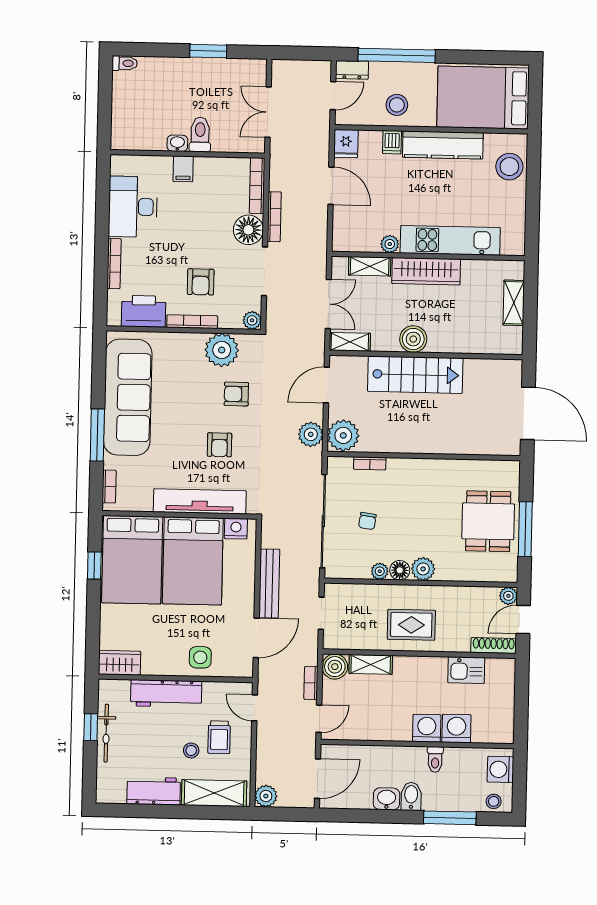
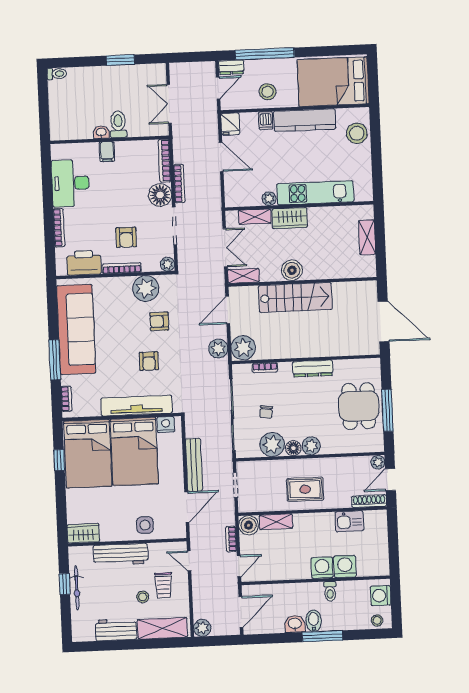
wardrobe: (426, 271) -> (290, 218), width x0.67
dresser: (432, 468) -> (313, 369), added
plant: (380, 571) -> (272, 445), width x1.88, depth x1.88
window: (450, 818) -> (322, 636), moved

